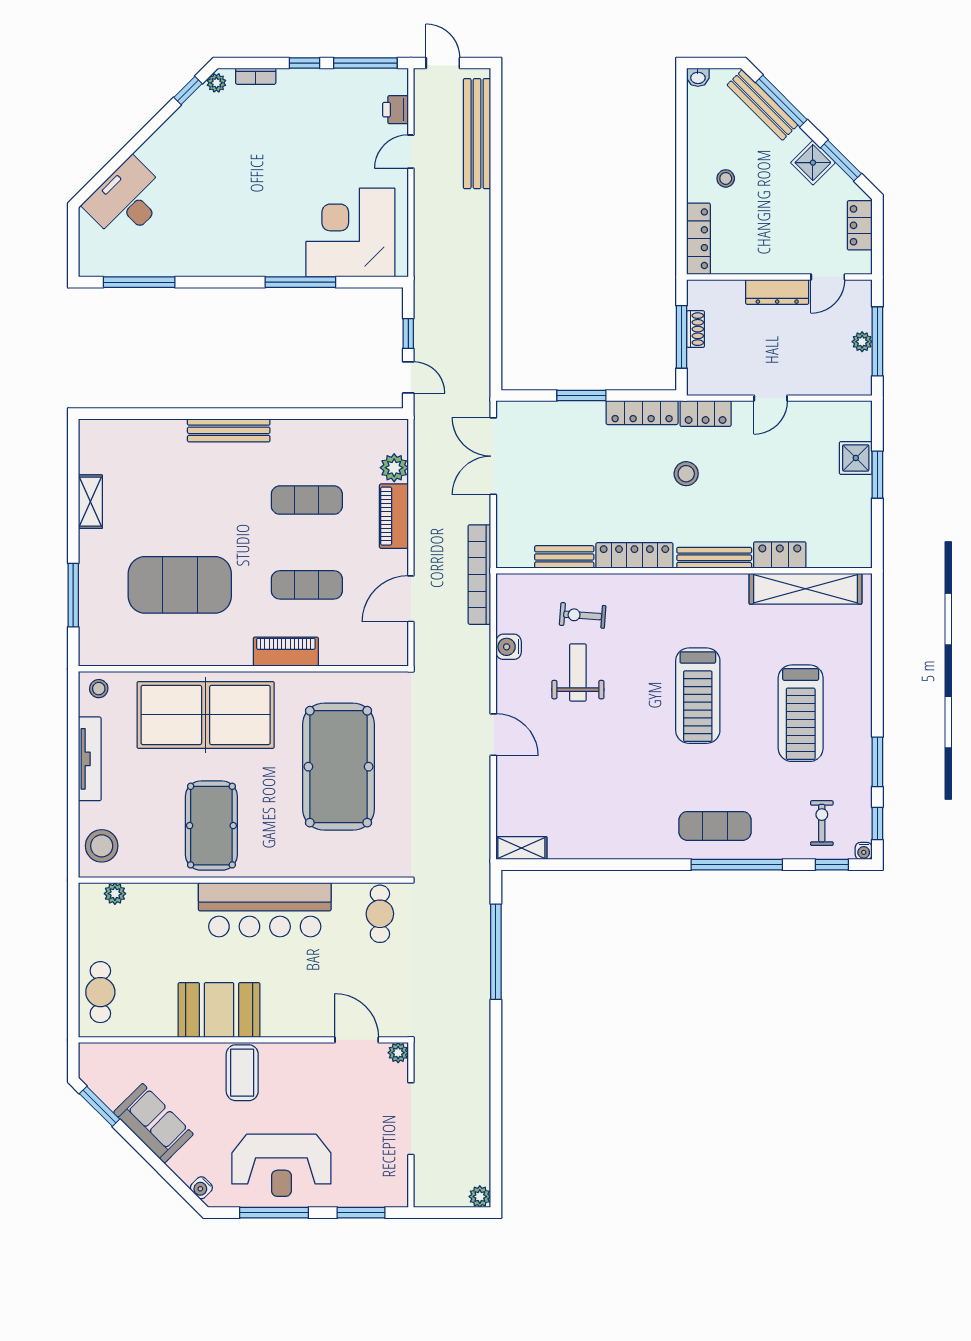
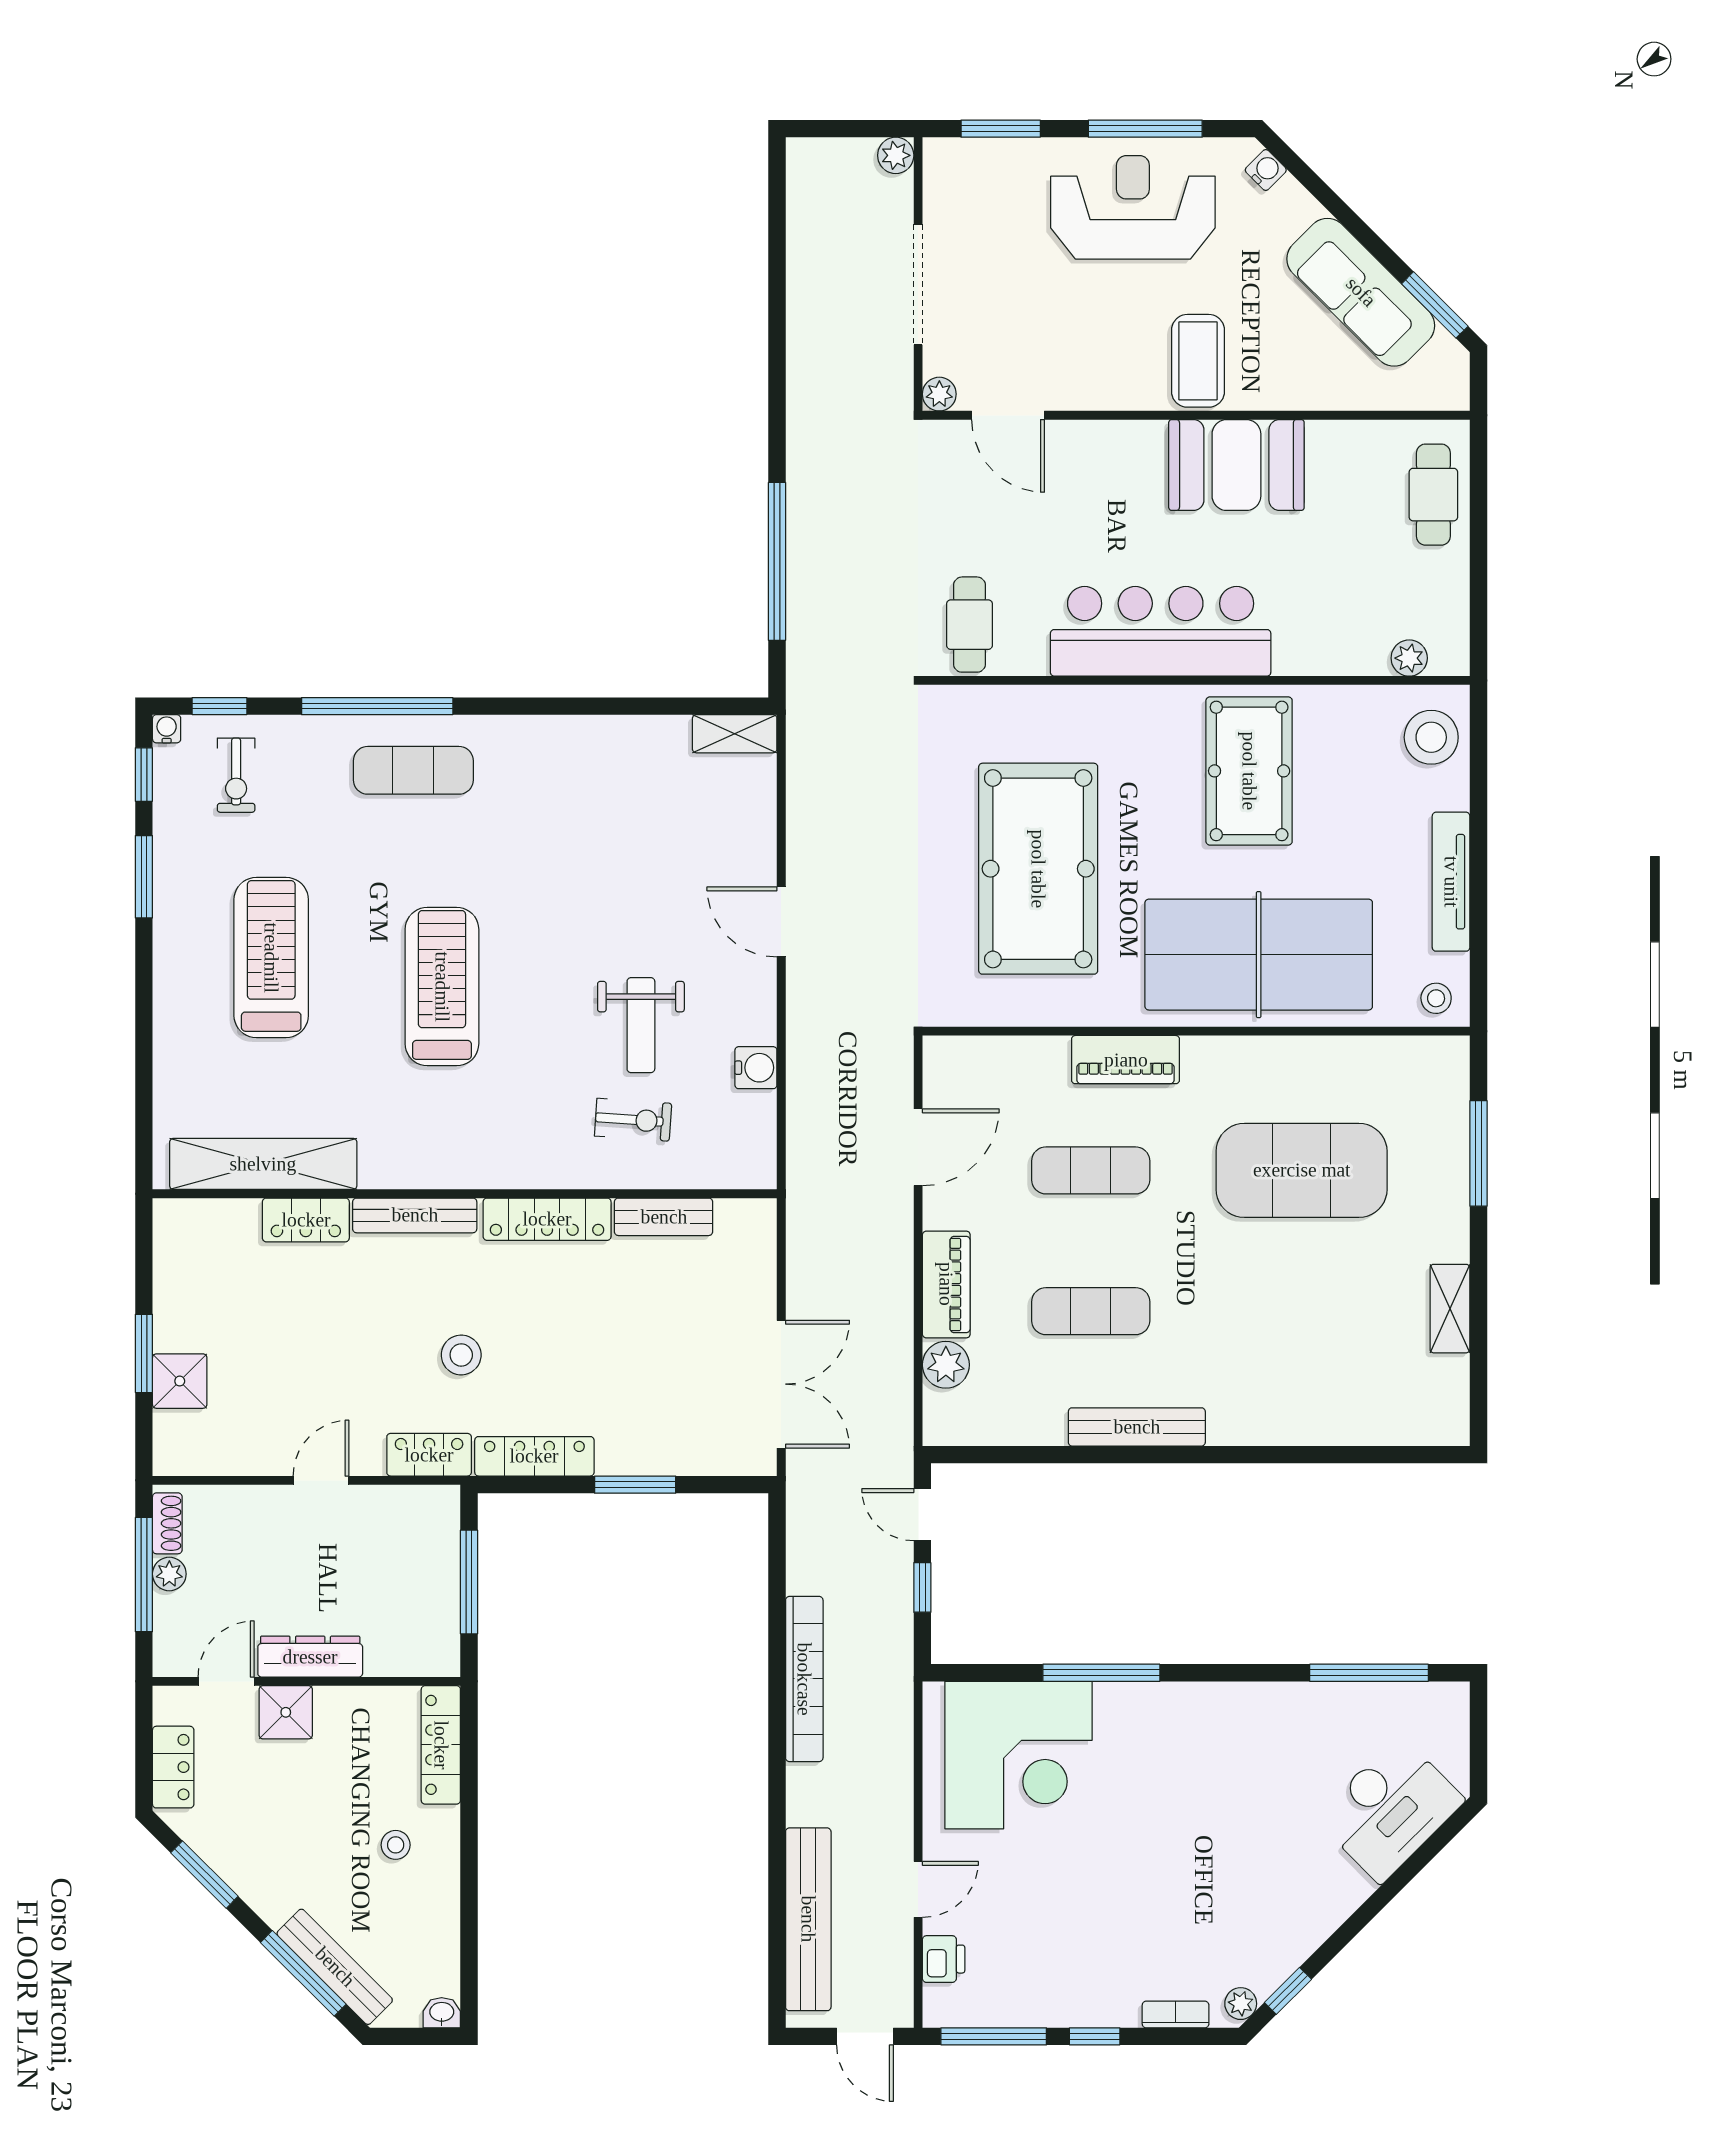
shower: (813, 163) -> (286, 1712), moved, turned 45
shoe rack: (696, 329) -> (167, 1523), moved, turned 180
bench: (229, 430) -> (1137, 1427), moved
bookcase: (479, 575) -> (804, 1679), moved
sofa: (153, 1123) -> (1361, 292), width x1.36
plant: (480, 1197) -> (896, 155), moved

